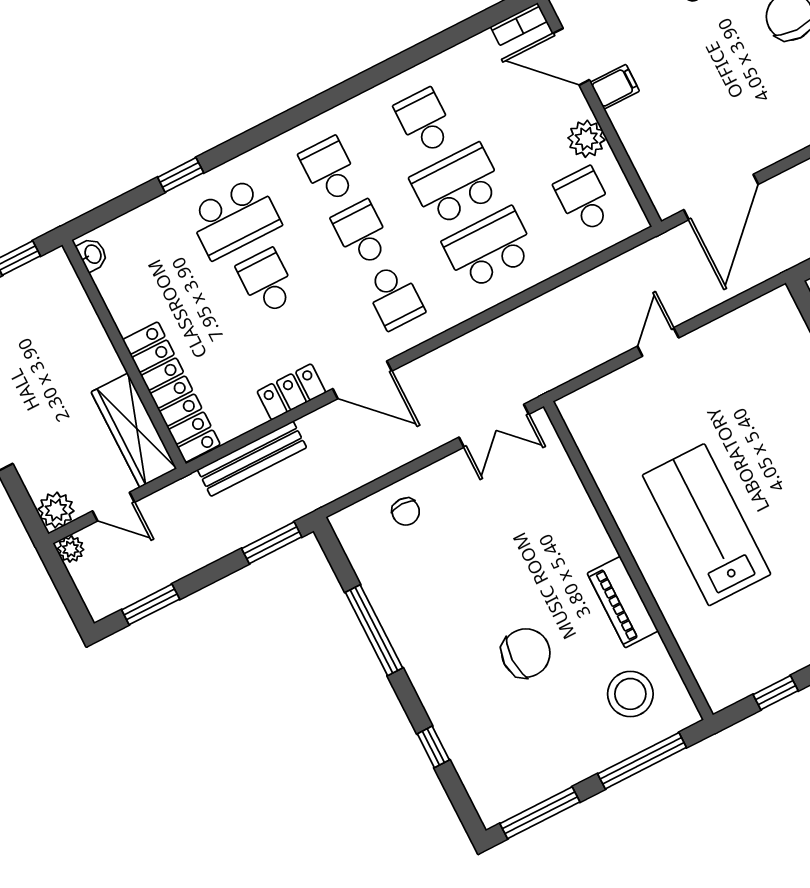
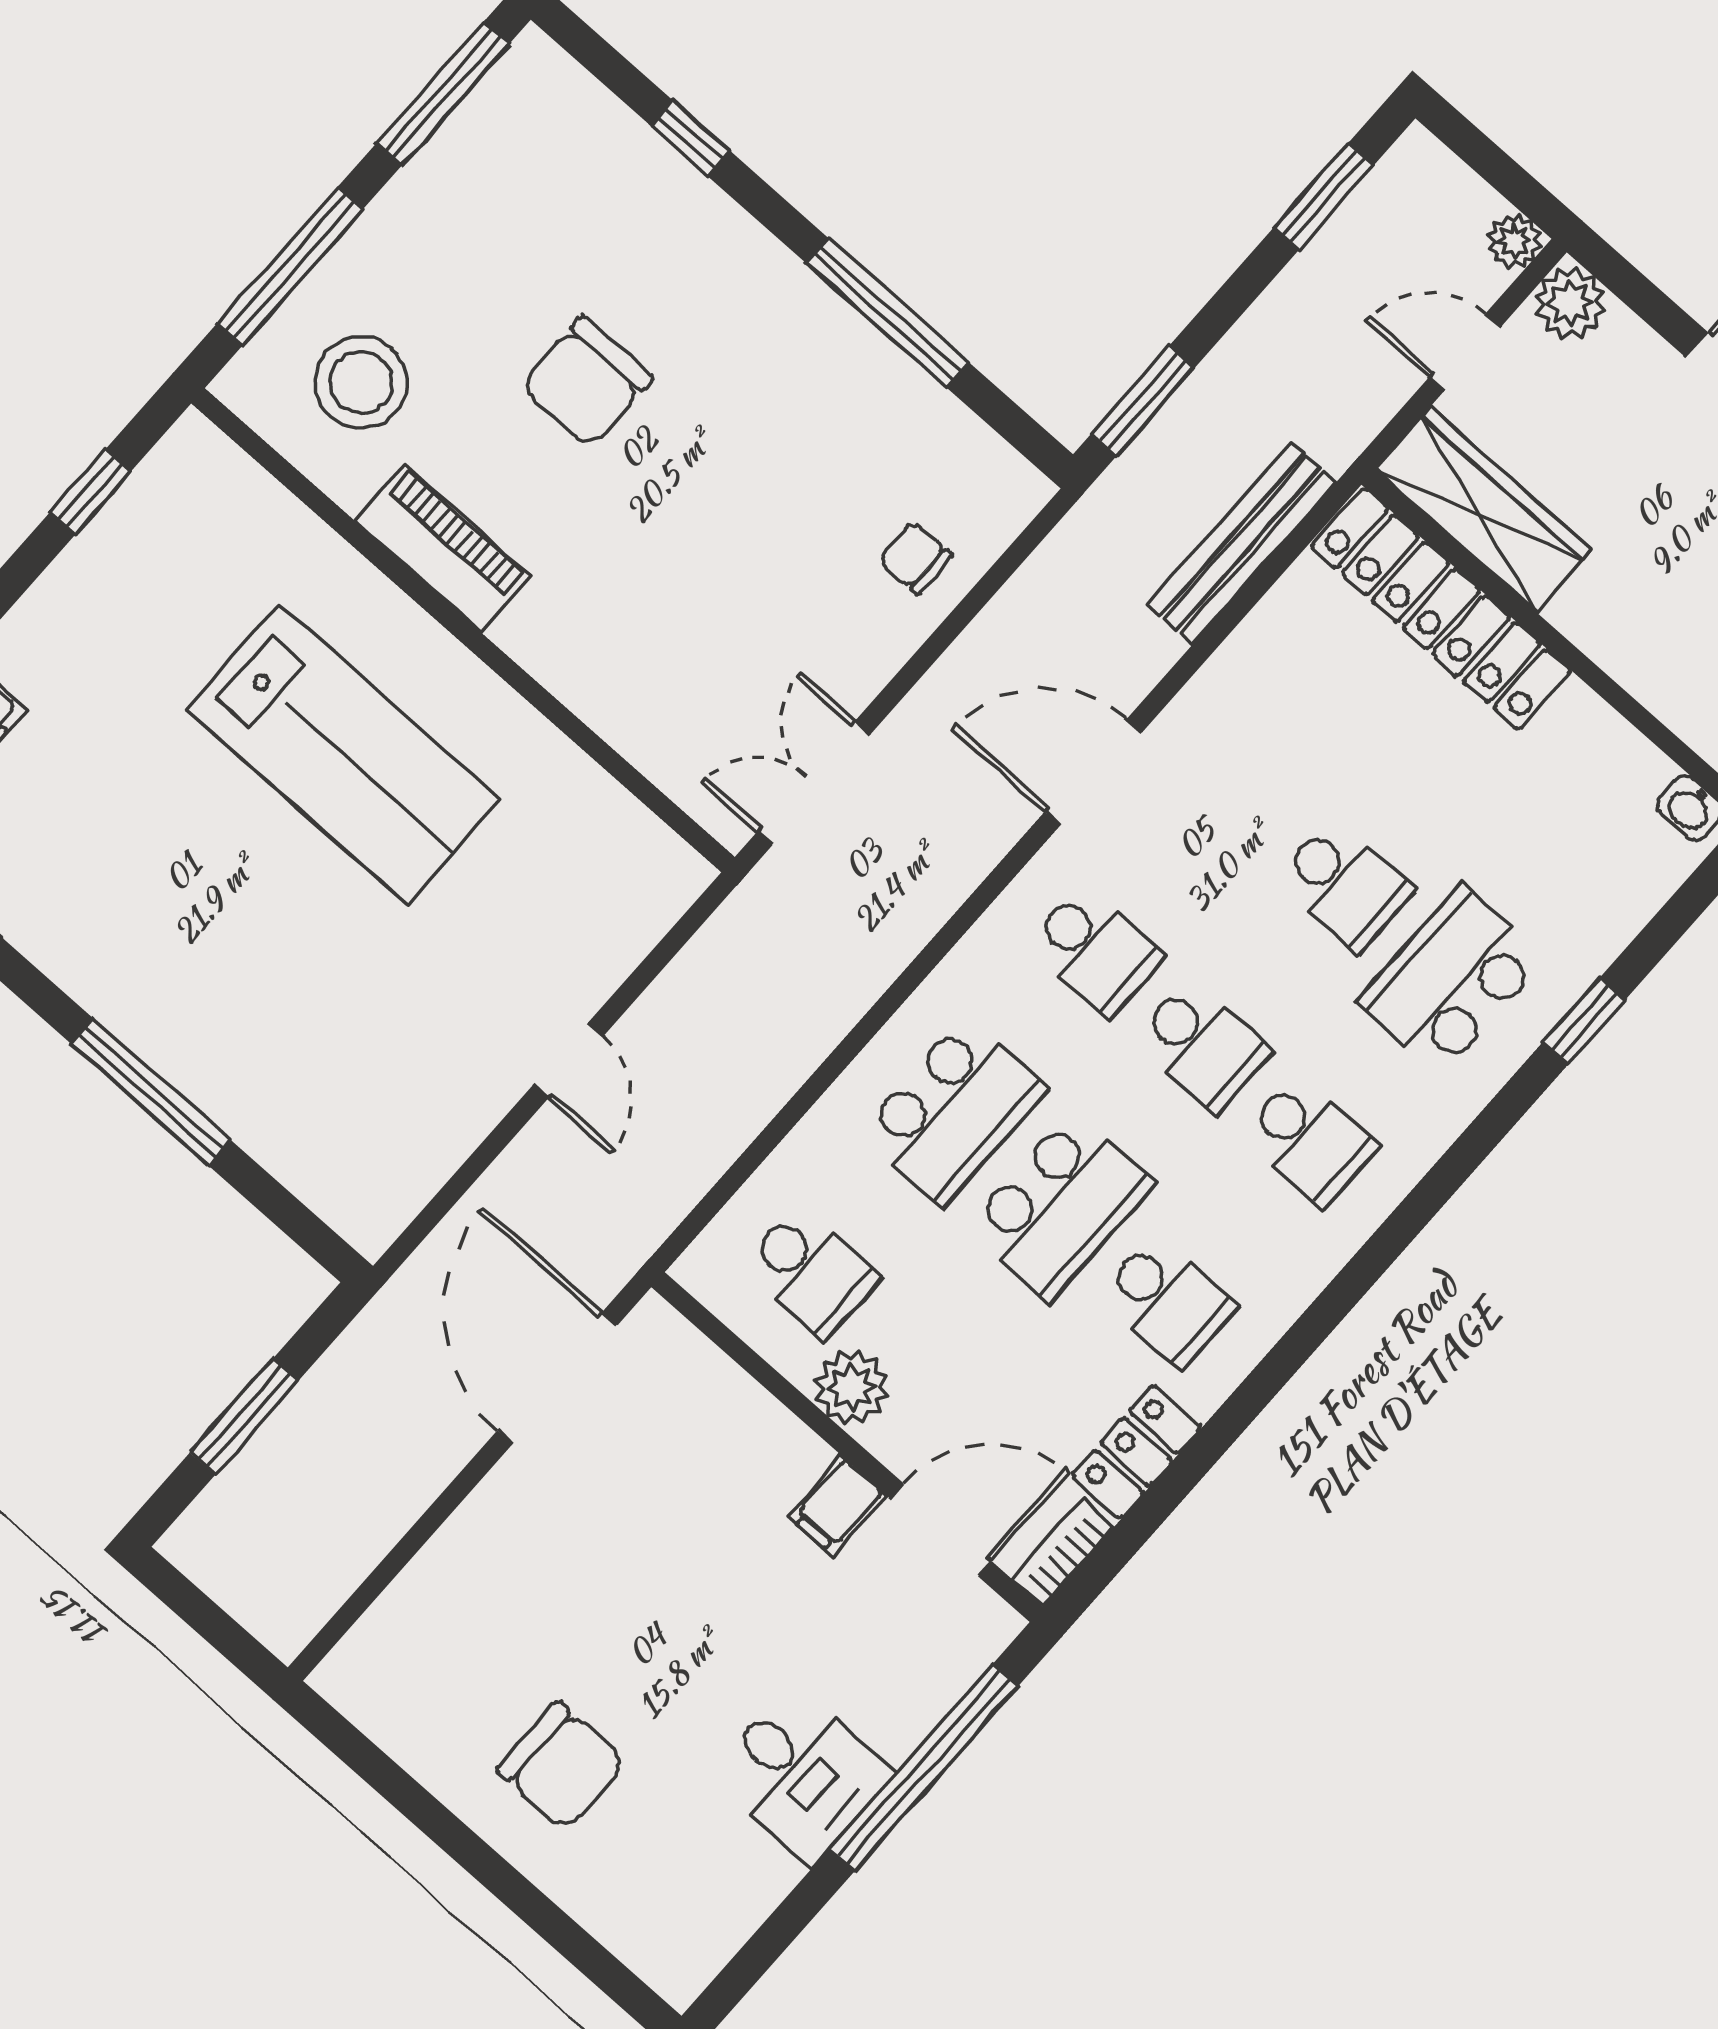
school desk: (394, 297) -> (1095, 951), turned 180
locker: (291, 392) -> (1136, 1452), moved, turned 180

